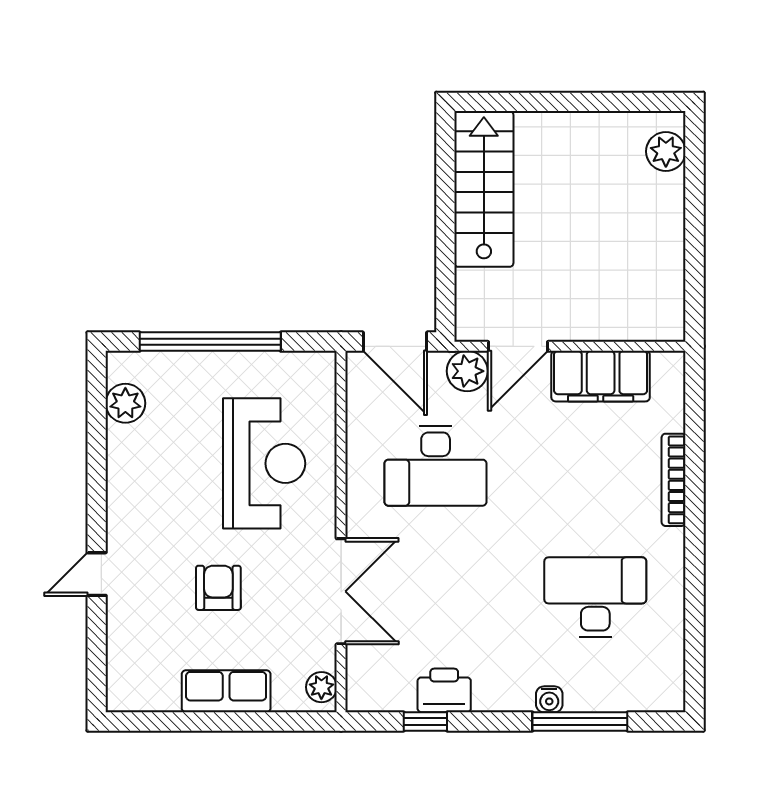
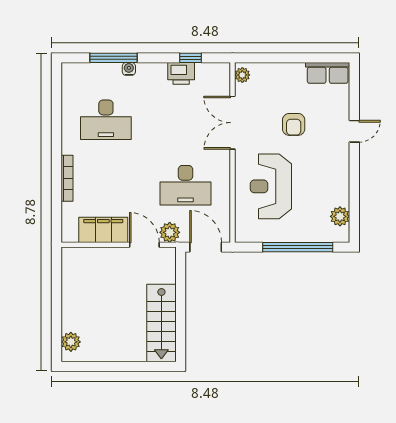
door: (518, 346) -> (144, 245), hinge flipped
desk: (436, 466) -> (185, 185), turned 180
row of seats: (226, 691) -> (328, 73), moved

